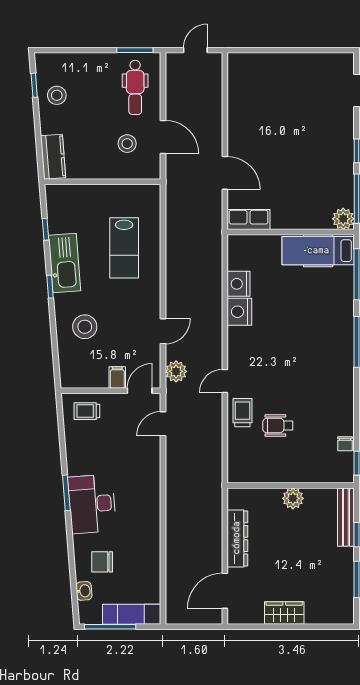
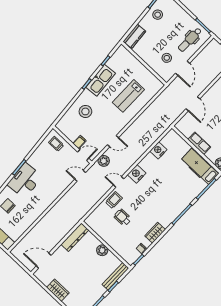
row of seats: (249, 220) -> (199, 143), moved
nightstand: (239, 312) -> (137, 174), moved
wardrobe: (344, 403) -> (155, 233), added
dresser: (237, 538) -> (75, 237), moved

